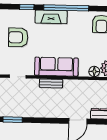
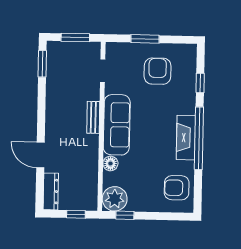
fireplace: (51, 17) -> (186, 138), moved
floor lamp: (94, 71) -> (110, 164), moved

